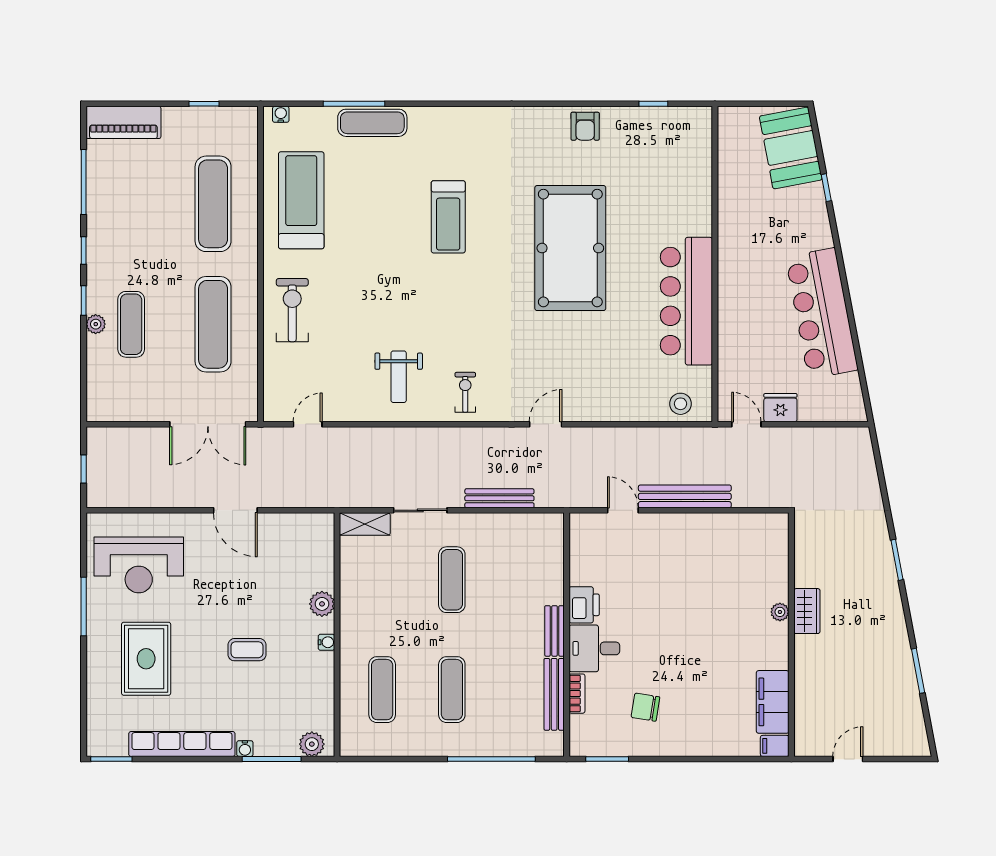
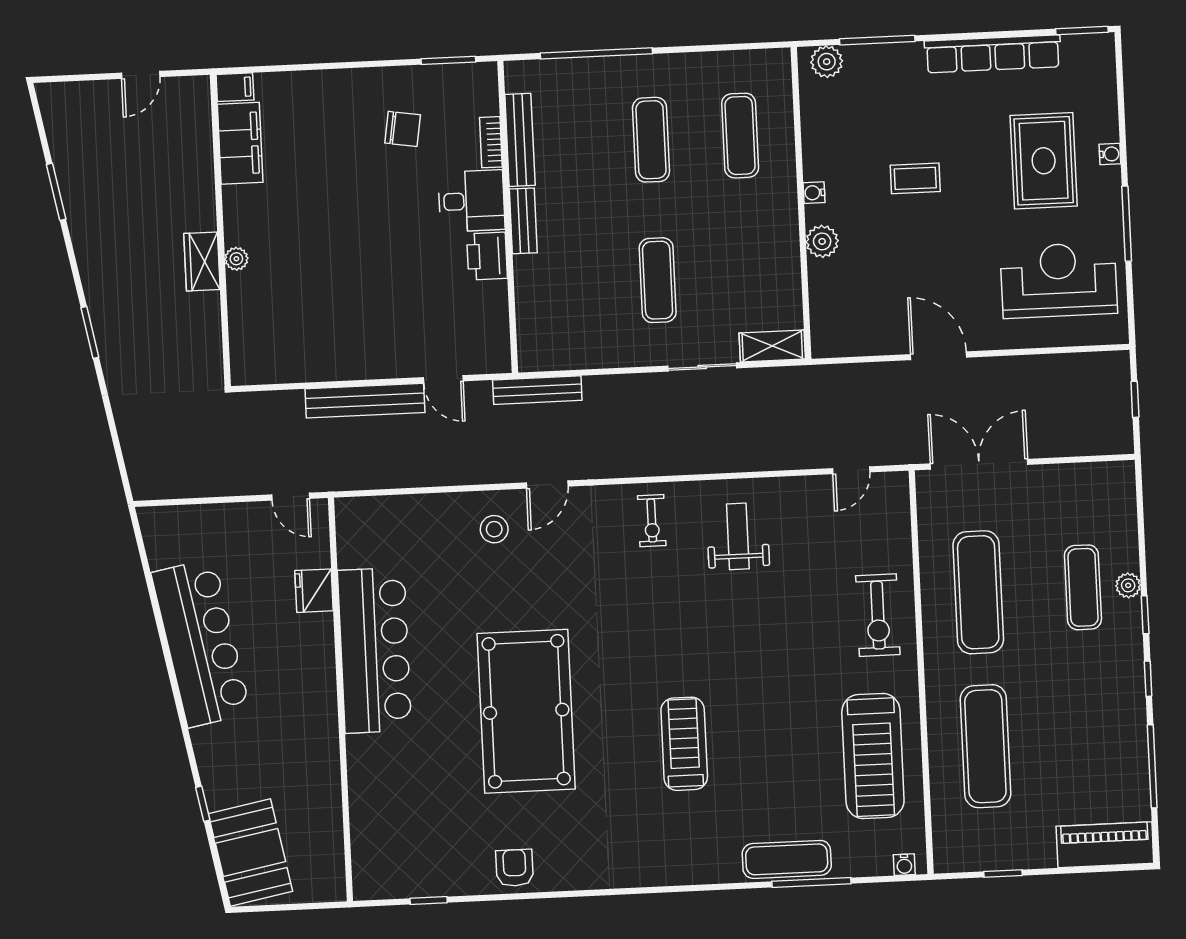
stool: (680, 404) -> (494, 529), moved
fridge: (780, 408) -> (314, 591), moved, turned 90
bench: (499, 498) -> (537, 390), moved
water cooler: (245, 749) -> (1110, 154), moved, turned 90

